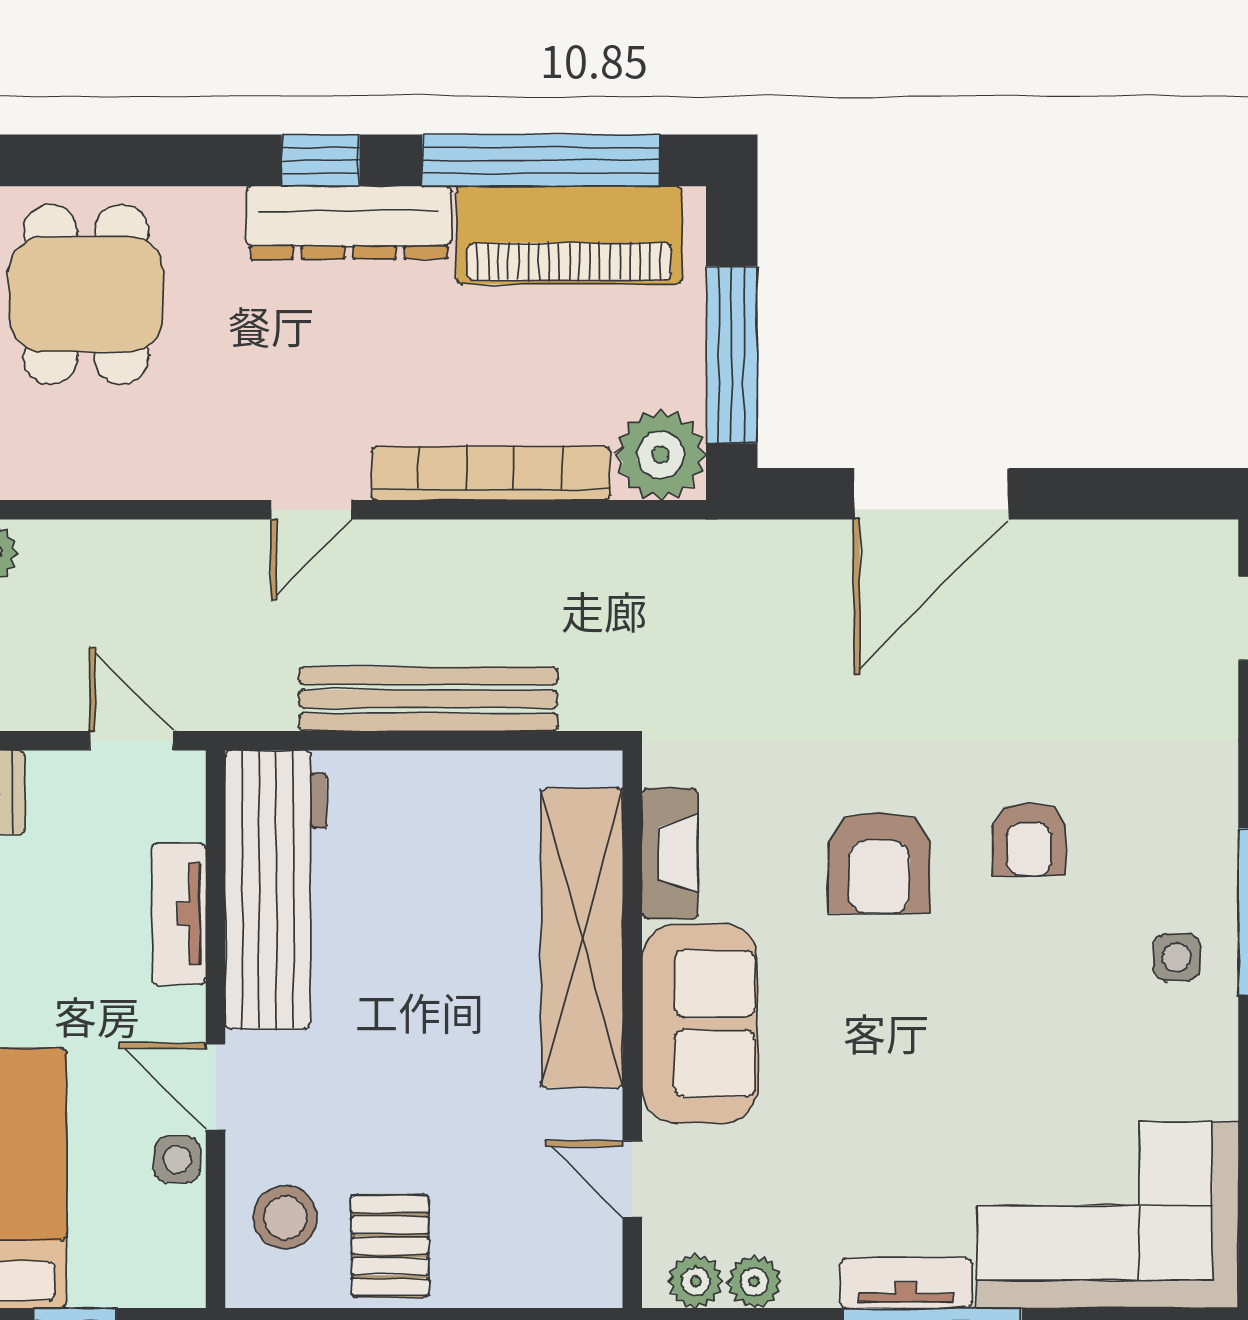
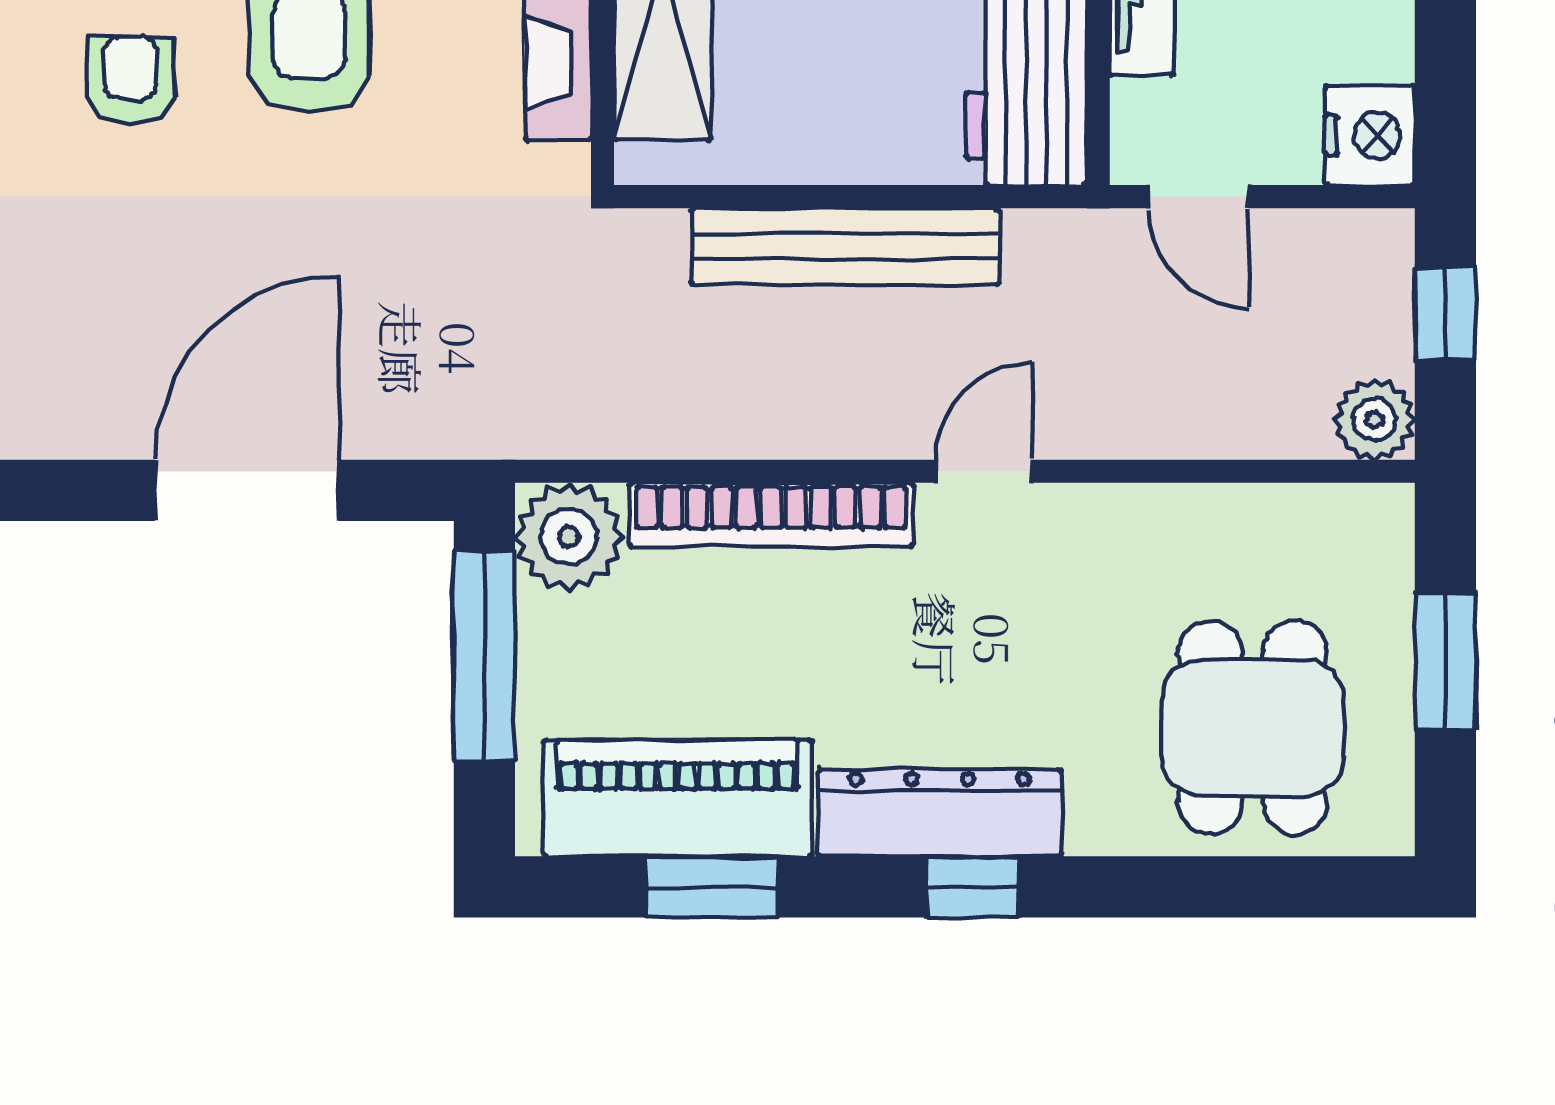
window: (541, 160) -> (712, 887), width x0.47

